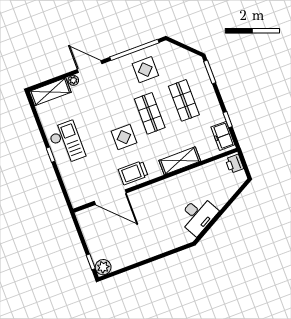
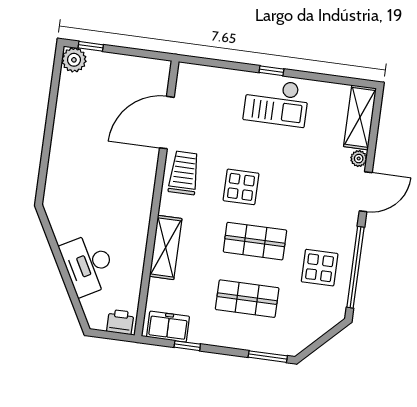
desk: (198, 215) -> (88, 265), moved

